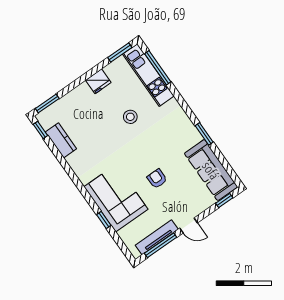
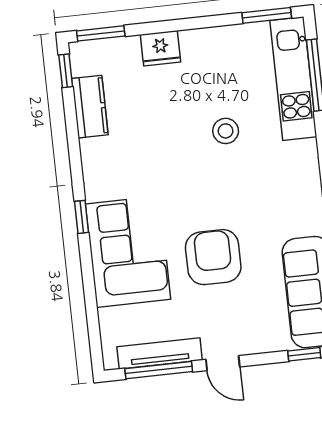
fridge: (98, 81) -> (161, 48), moved
armchair: (157, 179) -> (213, 257), width x1.88, depth x1.88
window: (104, 220) -> (82, 217), moved

